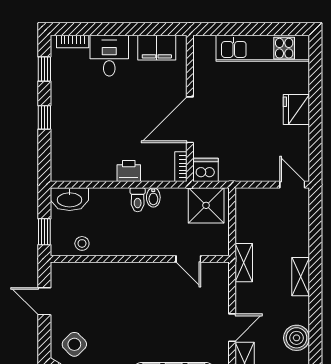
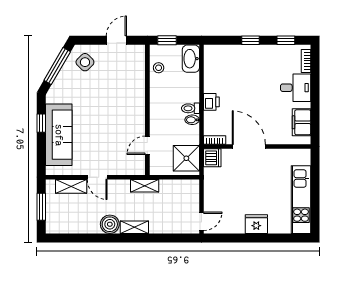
boiler: (297, 338) -> (110, 224), moved

